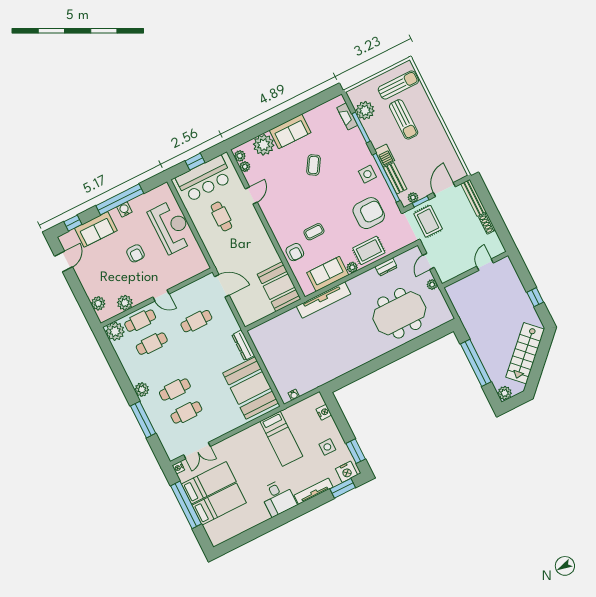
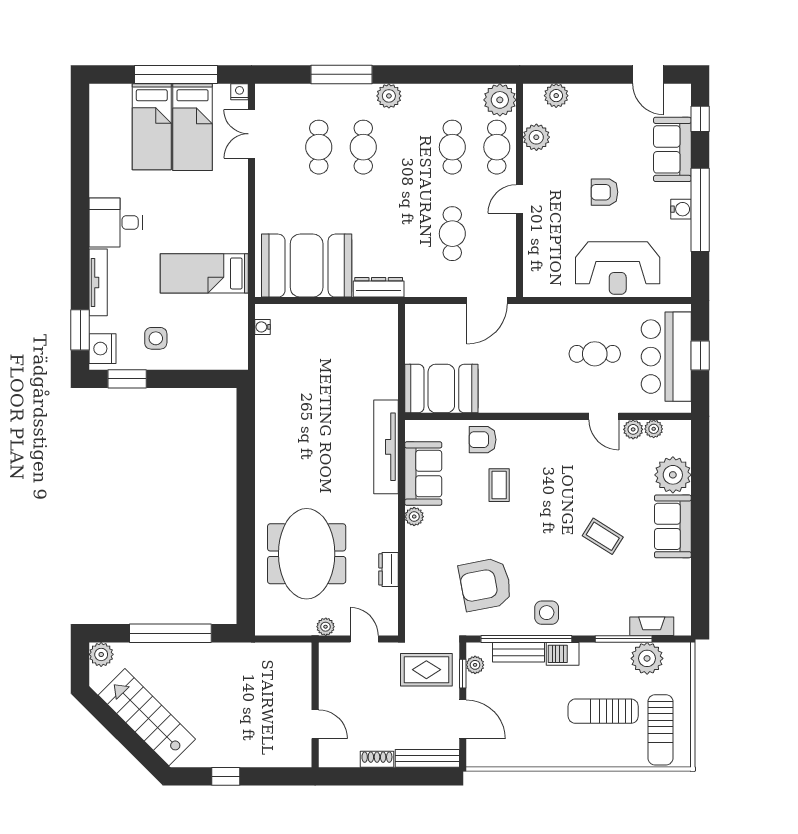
plant: (240, 156) -> (633, 429), moved
armchair: (369, 213) -> (485, 584), turned 79
rug: (369, 250) -> (428, 555), removed
nightstand: (324, 412) -> (212, 360), removed

